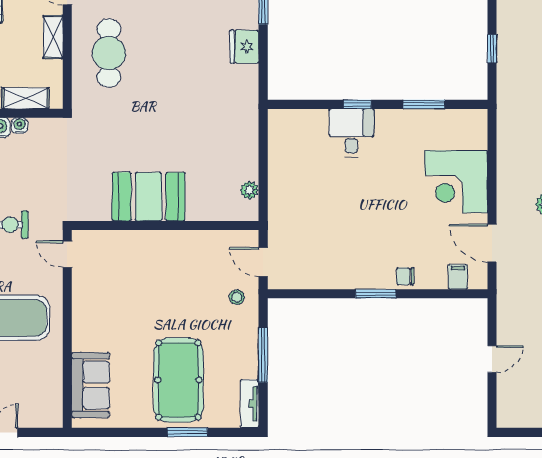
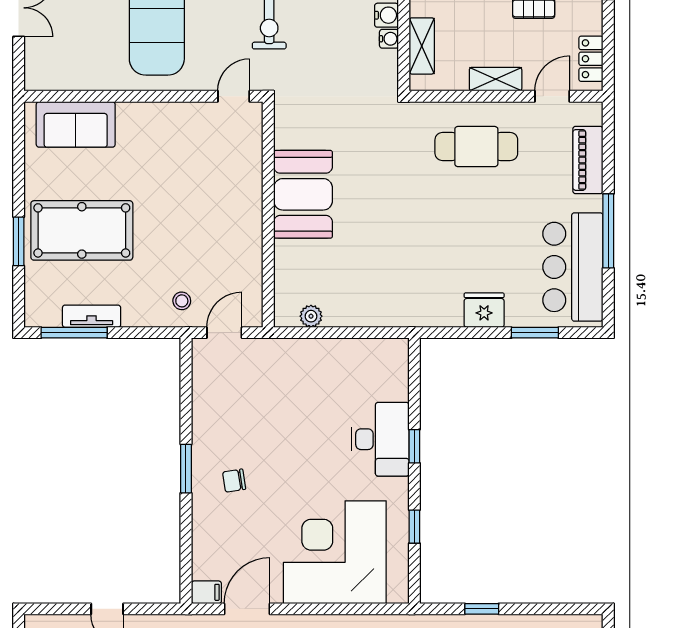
window: (424, 104) -> (414, 527), width x0.67
desk: (351, 133) -> (380, 439), width x1.37
corner desk: (456, 182) -> (335, 552), width x1.36, depth x1.36
chair: (405, 276) -> (234, 481), moved, turned -99
filing cabinet: (458, 277) -> (206, 592), moved
window: (263, 355) -> (74, 333), moved
tv unit: (250, 404) -> (92, 316), moved

